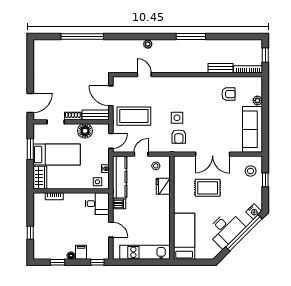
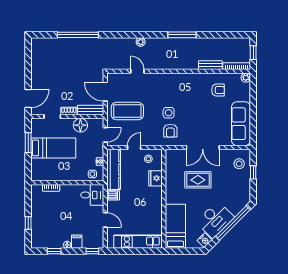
plant: (257, 100) -> (246, 78), moved
wardrobe: (40, 178) -> (37, 170), removed
nightstand: (254, 212) -> (205, 240), moved

